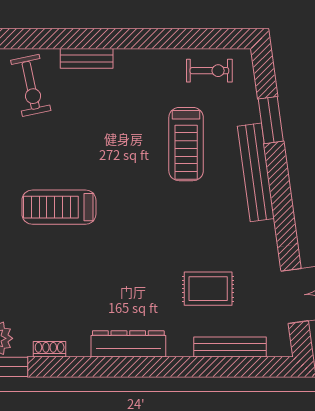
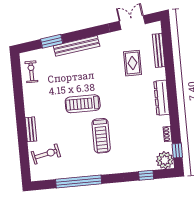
treadmill: (186, 144) -> (83, 104), moved, turned 180

